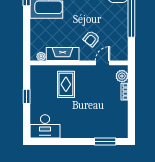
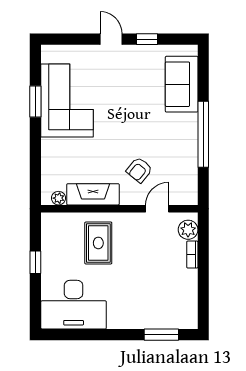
desk: (45, 126) -> (74, 305), width x1.36, depth x1.30

